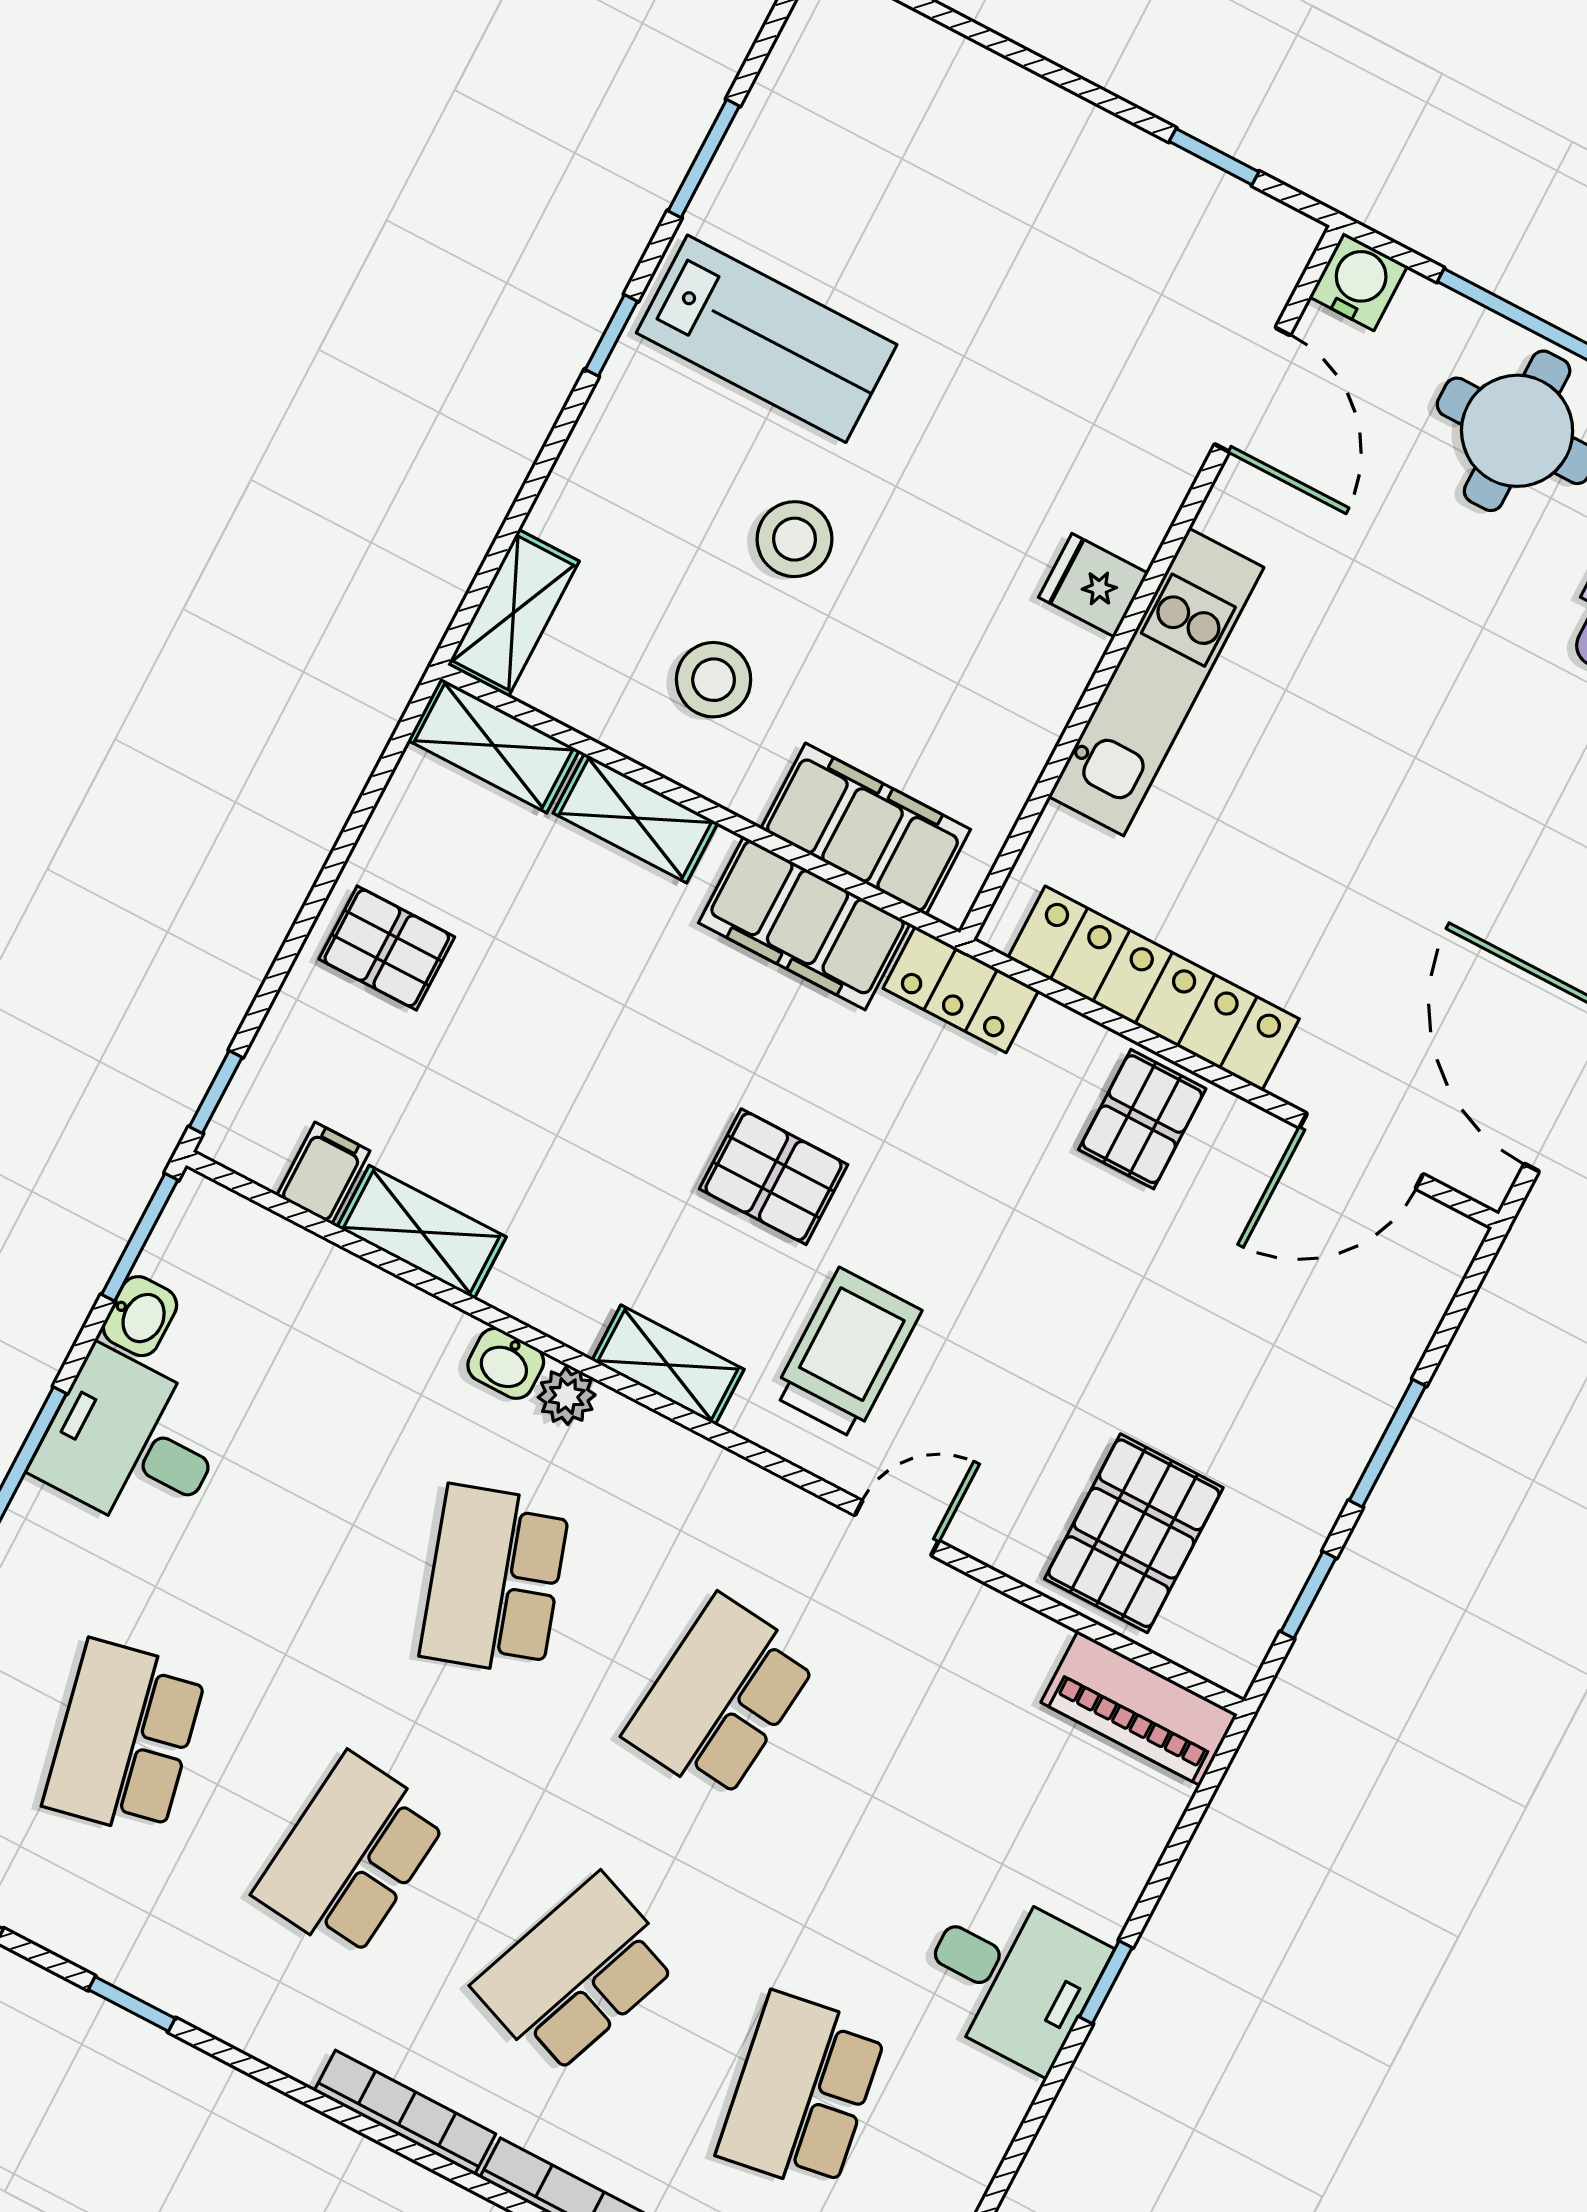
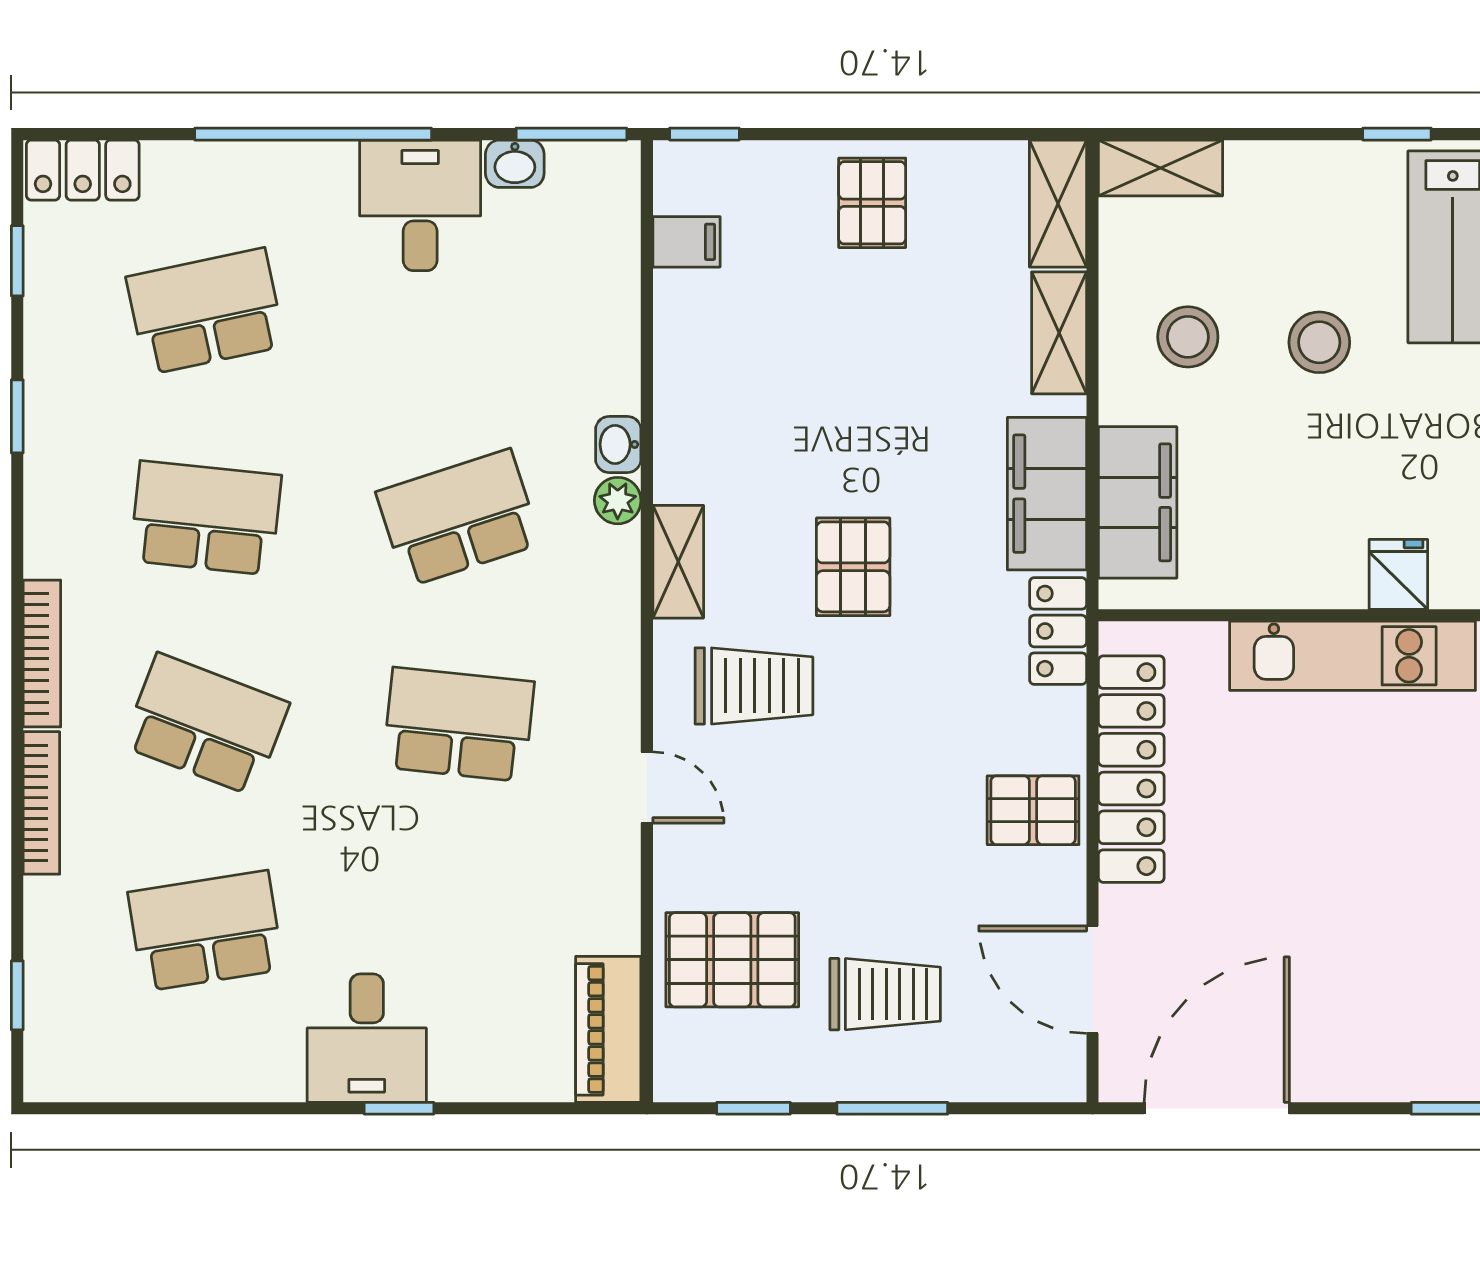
shelving: (422, 1232) -> (681, 335), removed
trolley: (1259, 1386) -> (885, 994), added

